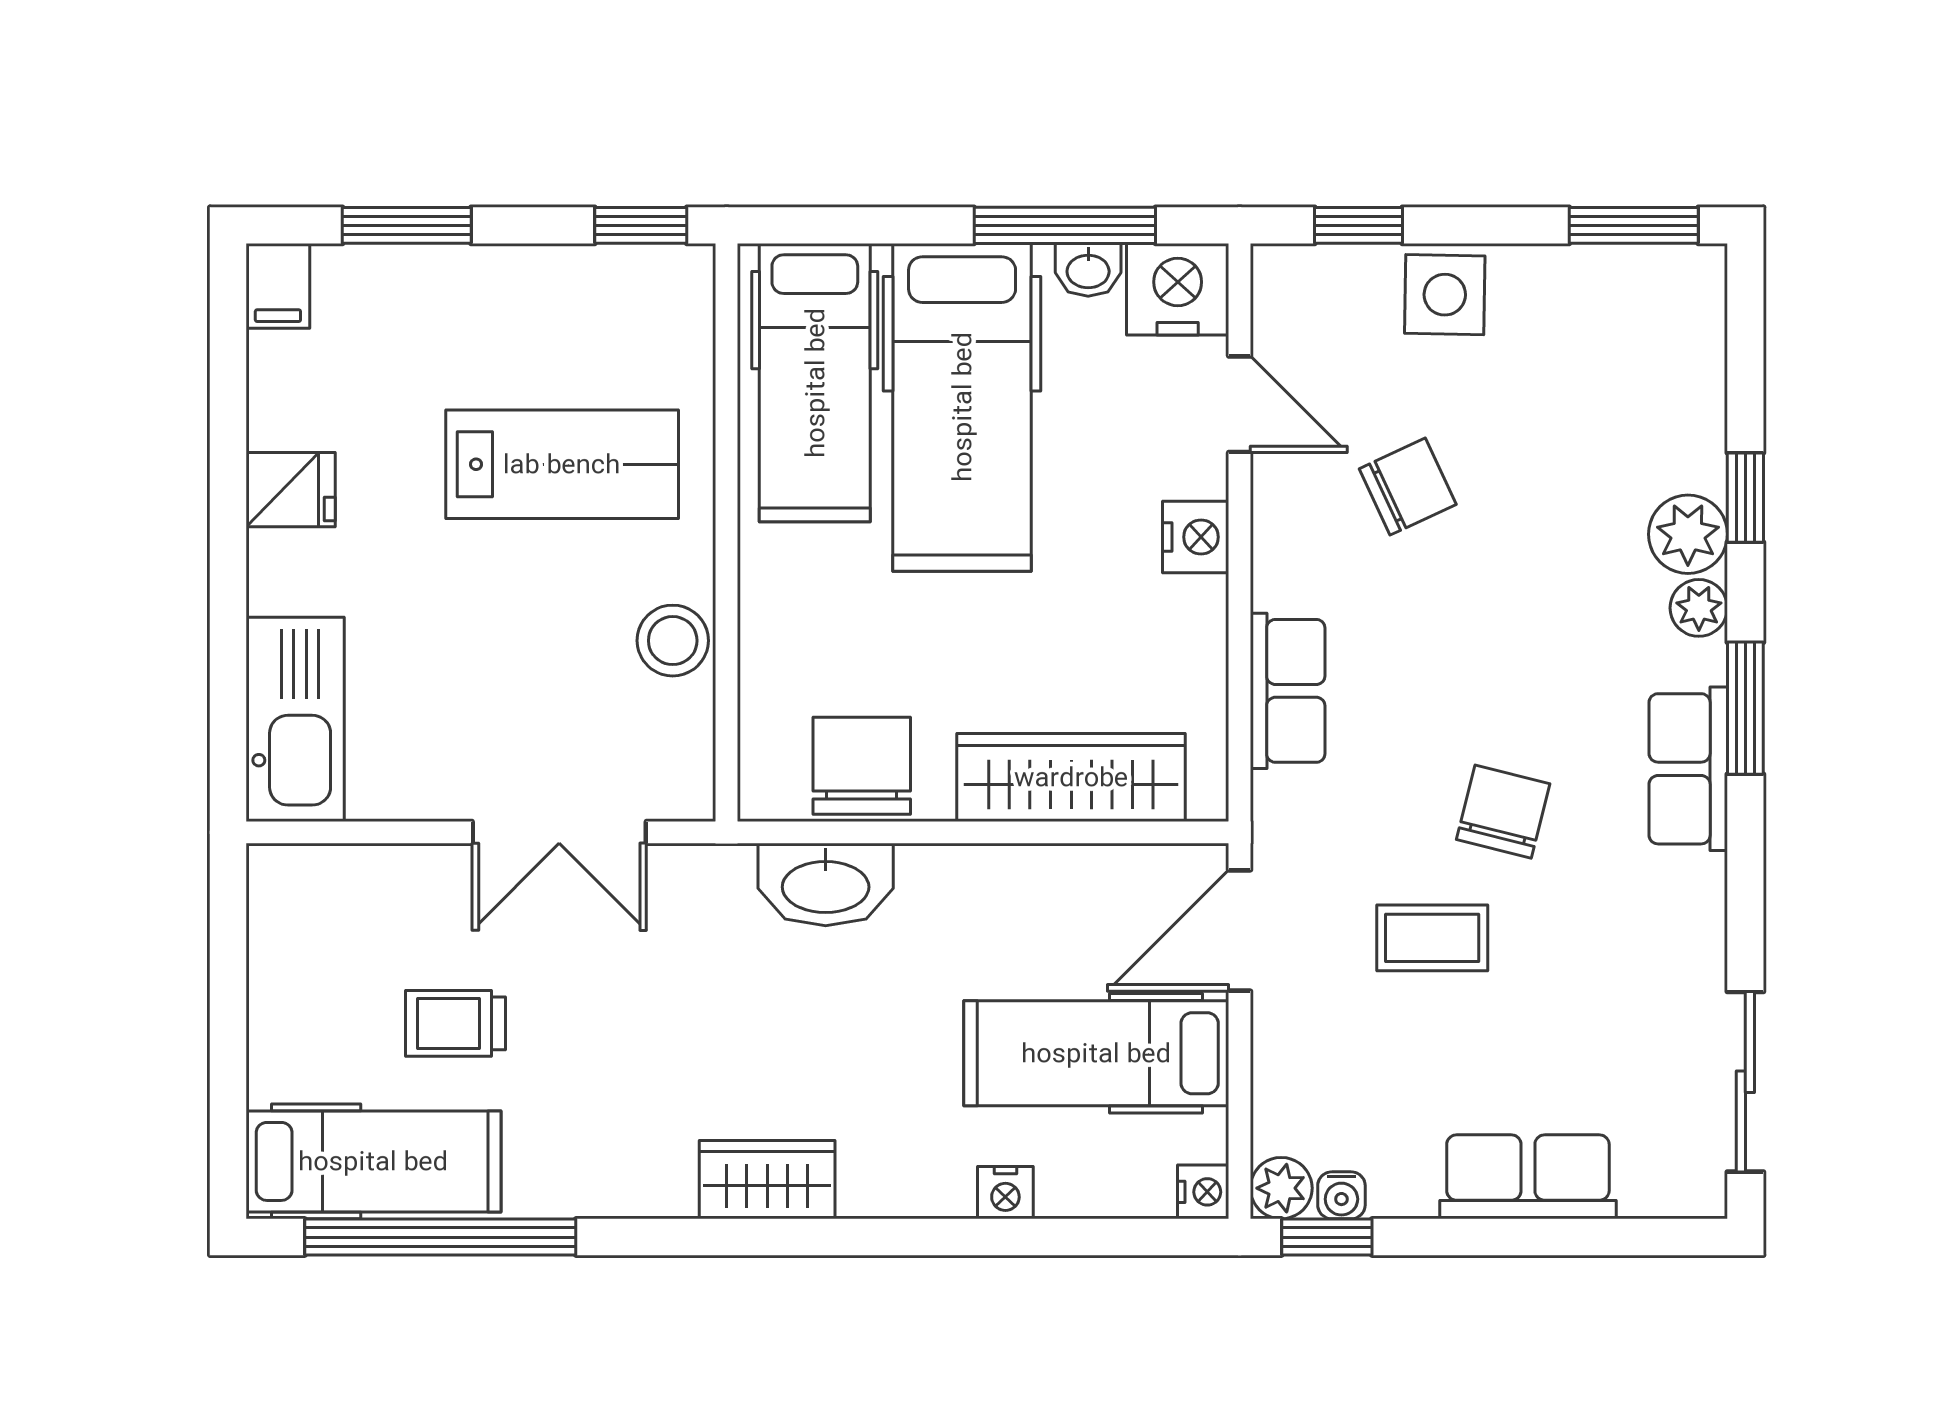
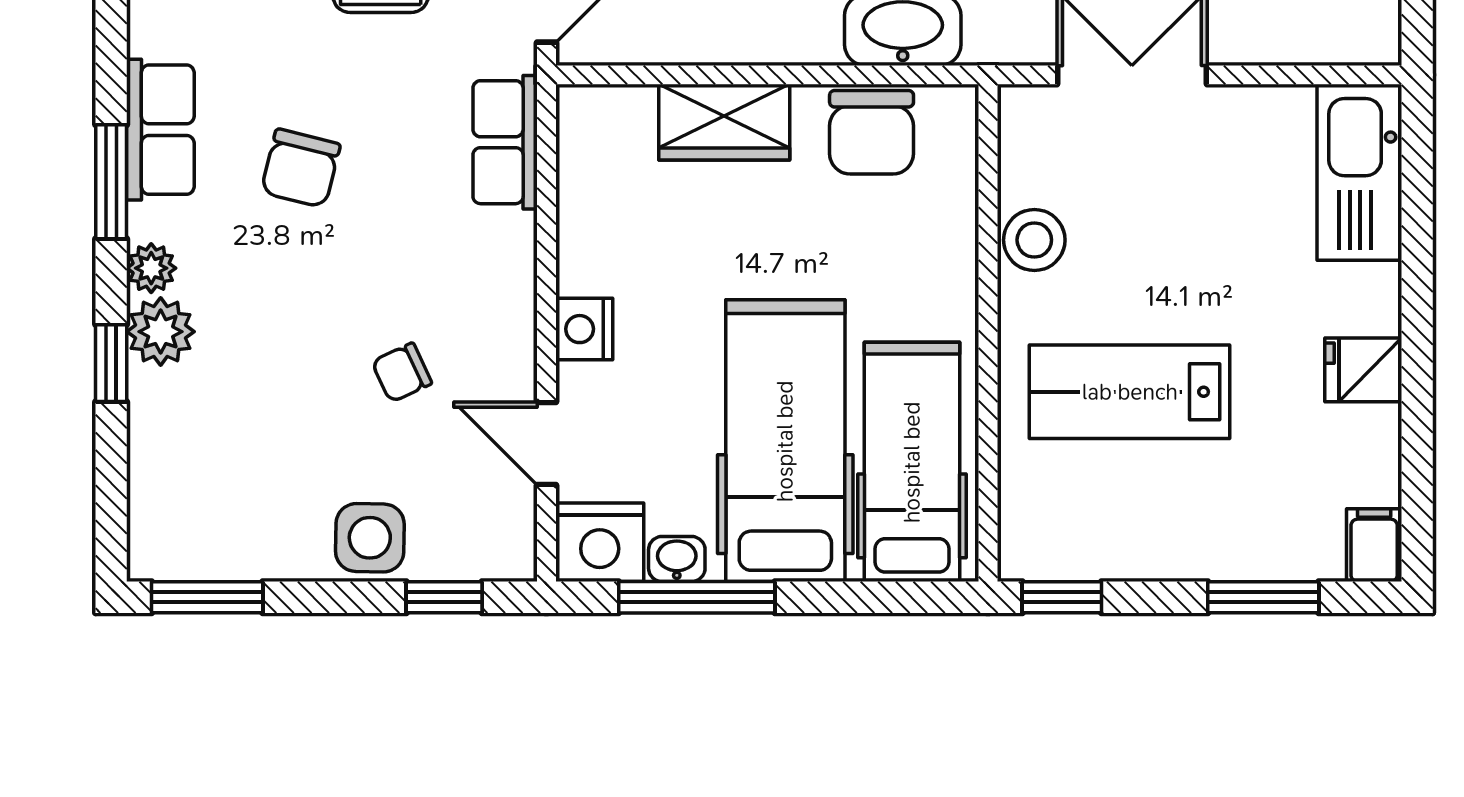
chair: (1408, 487) -> (402, 373), width x0.73, depth x0.73
row of seats: (1288, 691) -> (505, 142), moved
wardrobe: (1071, 777) -> (724, 122), width x0.67
chair: (1503, 812) -> (301, 168), moved

